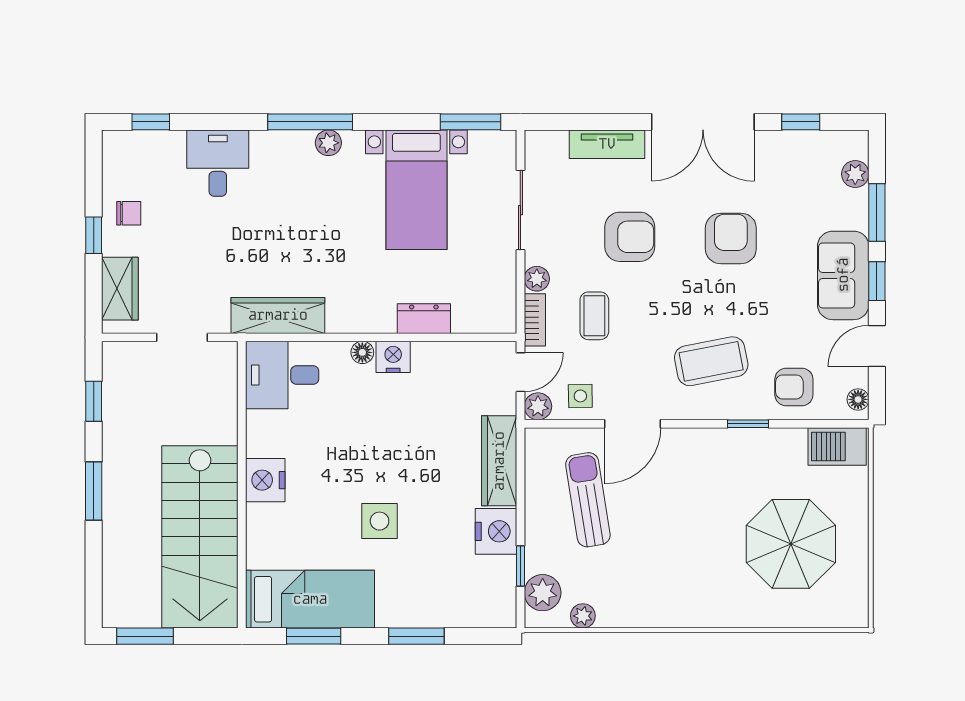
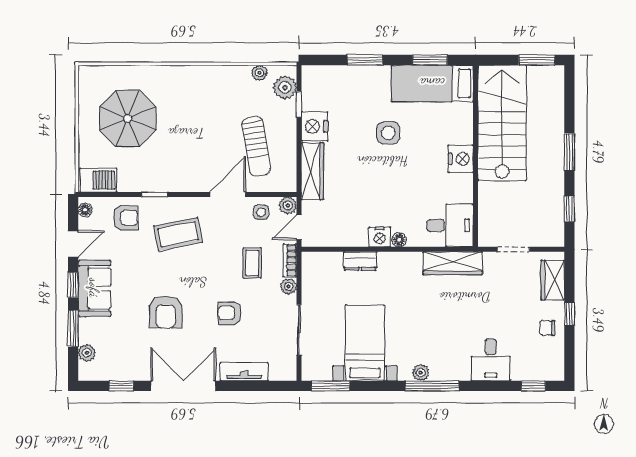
armchair: (630, 237) -> (230, 313), width x0.72, depth x0.72

